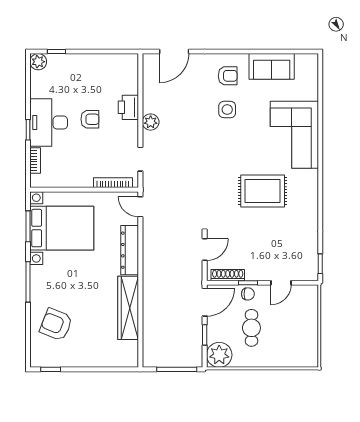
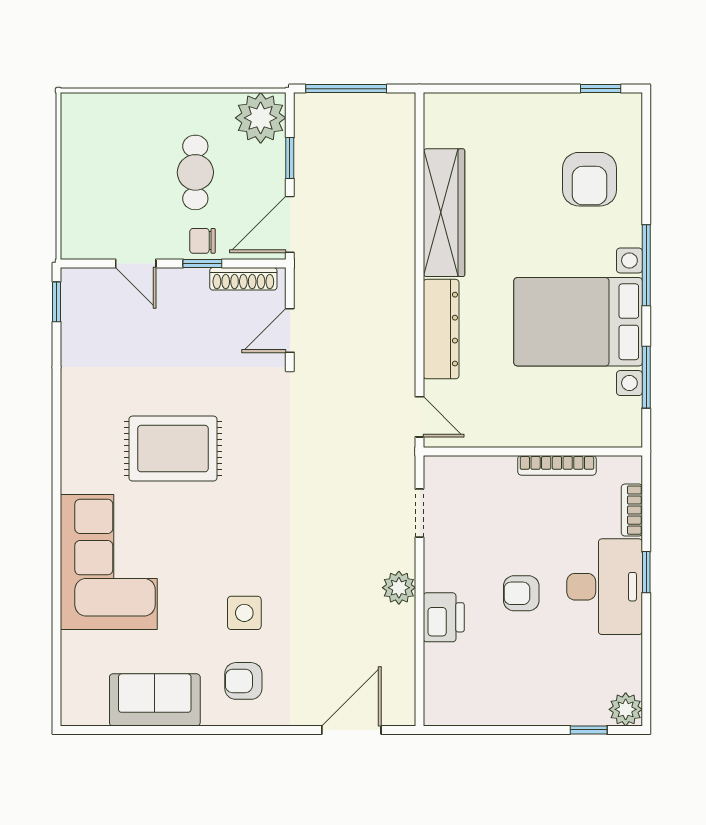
bookcase: (113, 183) -> (557, 465), moved
bed with nightstands: (62, 228) -> (578, 322), moved
door: (281, 283) -> (136, 264), swing flipped
armchair: (56, 325) -> (590, 179), turned 68

